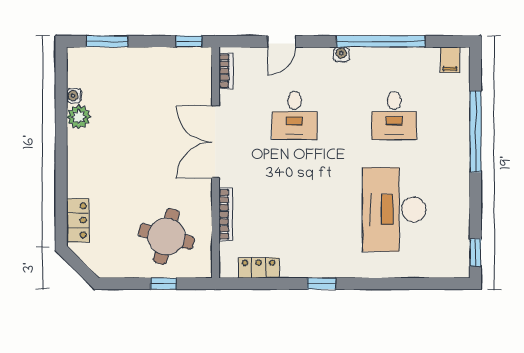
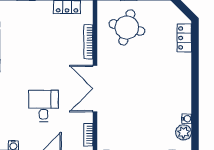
plant: (79, 117) -> (184, 132), moved
double door: (215, 142) -> (95, 89), swing flipped

